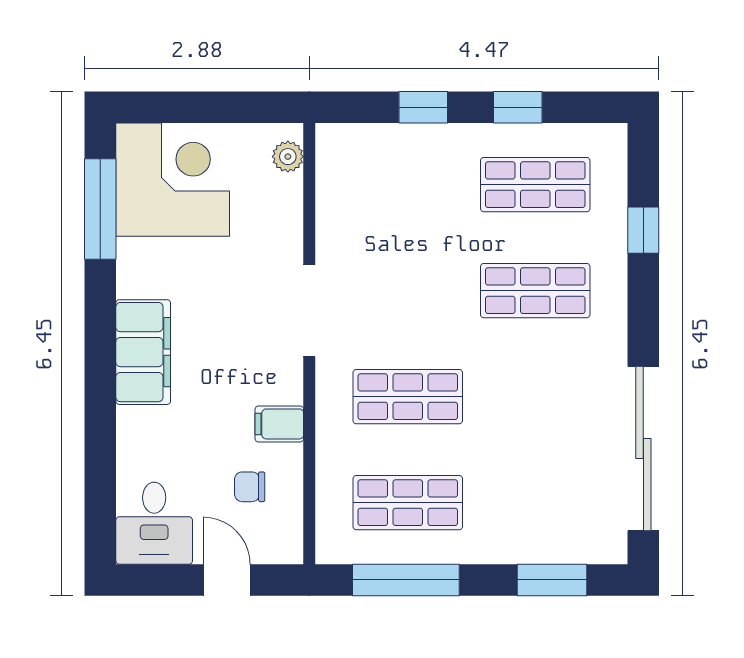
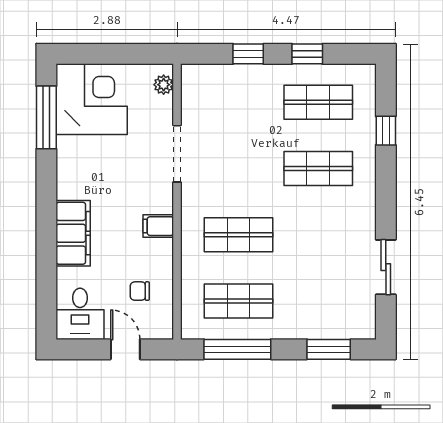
doorway: (309, 311) -> (177, 154), moved
filing cabinet: (143, 352) -> (73, 233), moved
filing cabinet: (279, 424) -> (158, 226), moved
sliding door: (643, 449) -> (386, 267), width x0.54

